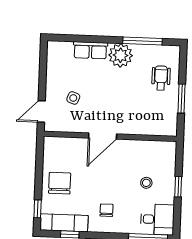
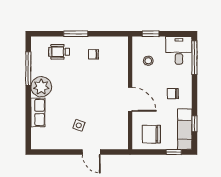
chair: (156, 118) -> (93, 54), added
door: (103, 136) -> (130, 99), moved
wall: (110, 136) -> (130, 93), moved

